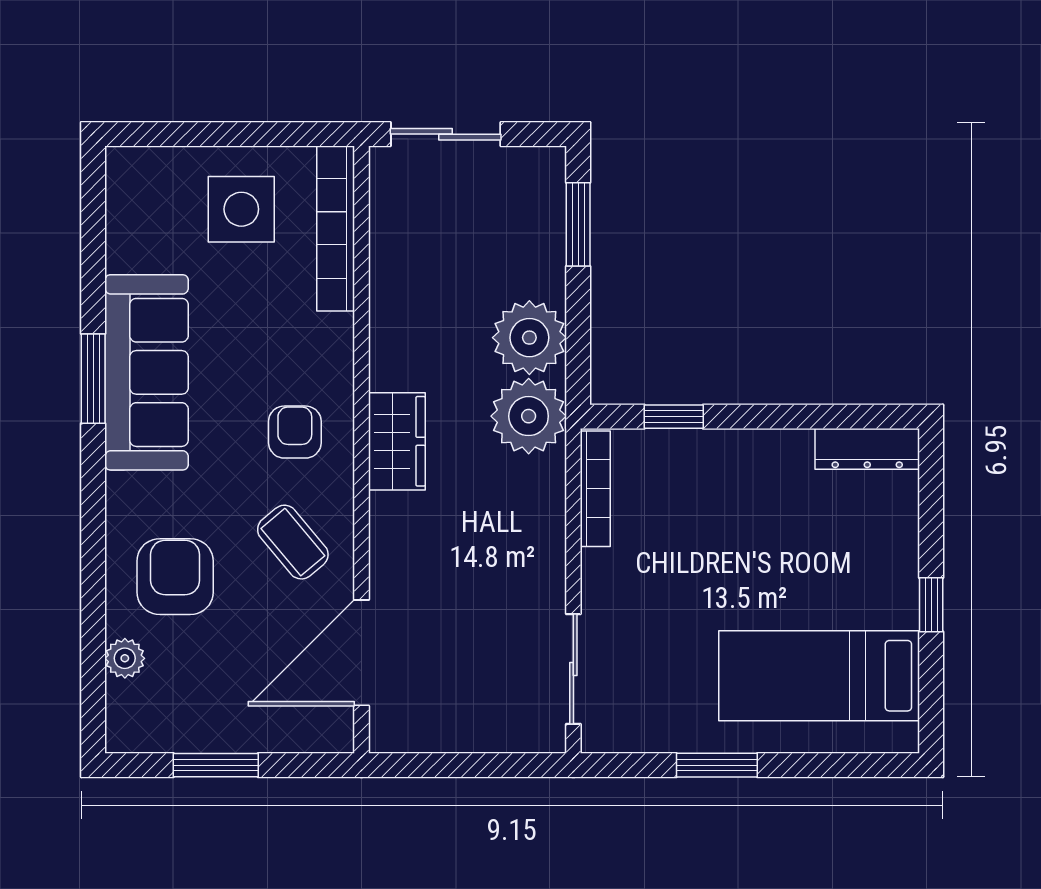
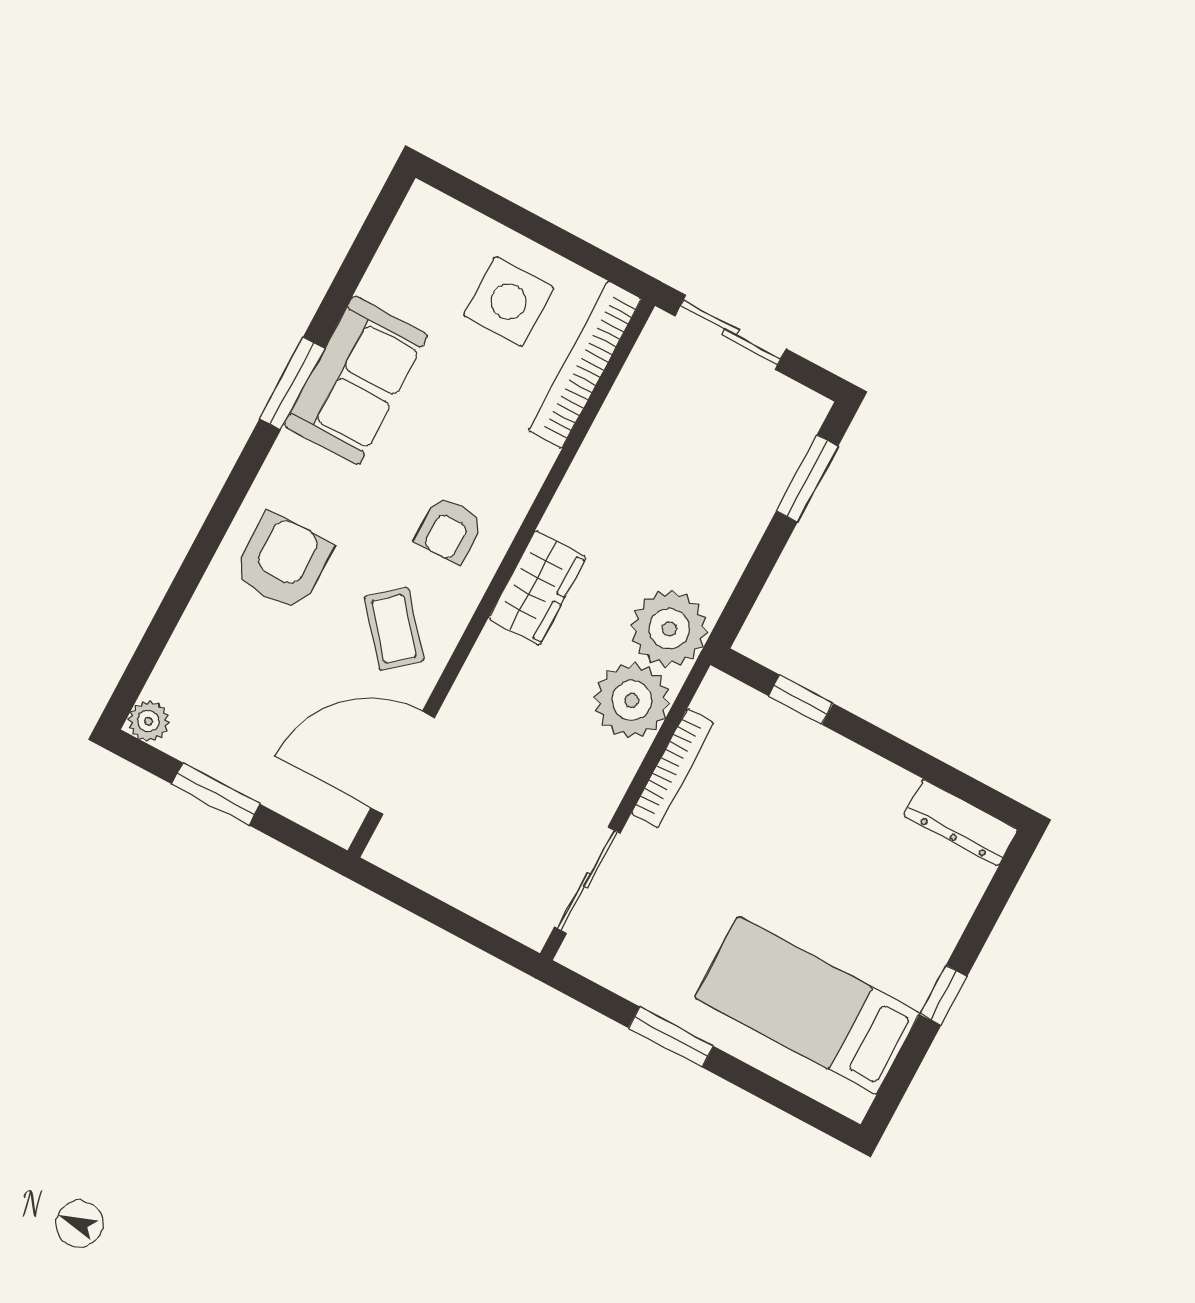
plant: (529, 338) -> (632, 700), moved
sofa: (147, 372) -> (356, 380), width x0.73
armchair: (295, 432) -> (449, 530), turned 180
bookcase: (595, 489) -> (673, 768), moved
armchair: (175, 577) -> (283, 562), moved
plant: (125, 658) -> (149, 721), moved

